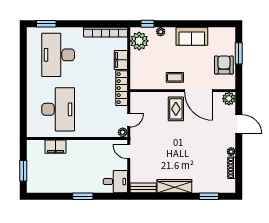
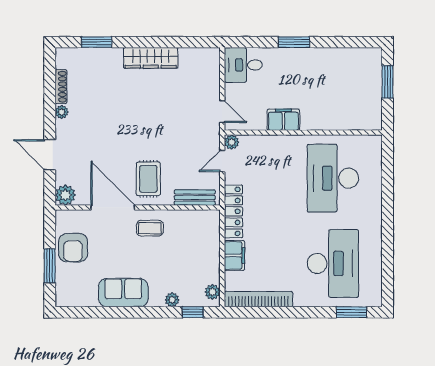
plant: (139, 41) -> (212, 292), width x0.53, depth x0.53
filing cabinet: (55, 147) -> (283, 120), moved
bench: (143, 188) -> (195, 198), moved

